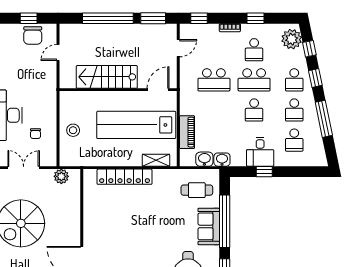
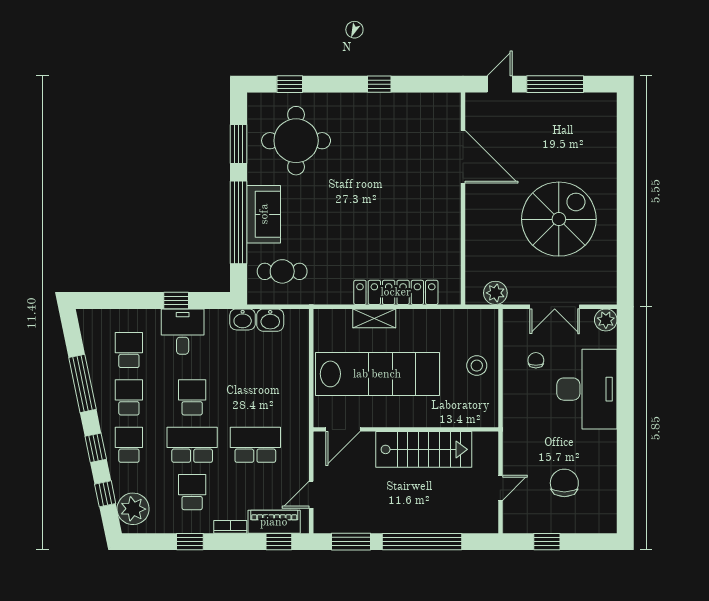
chair: (33, 35) -> (564, 483), moved
piano: (187, 132) -> (274, 522), moved, turned 90
shelving: (156, 160) -> (374, 318), moved

